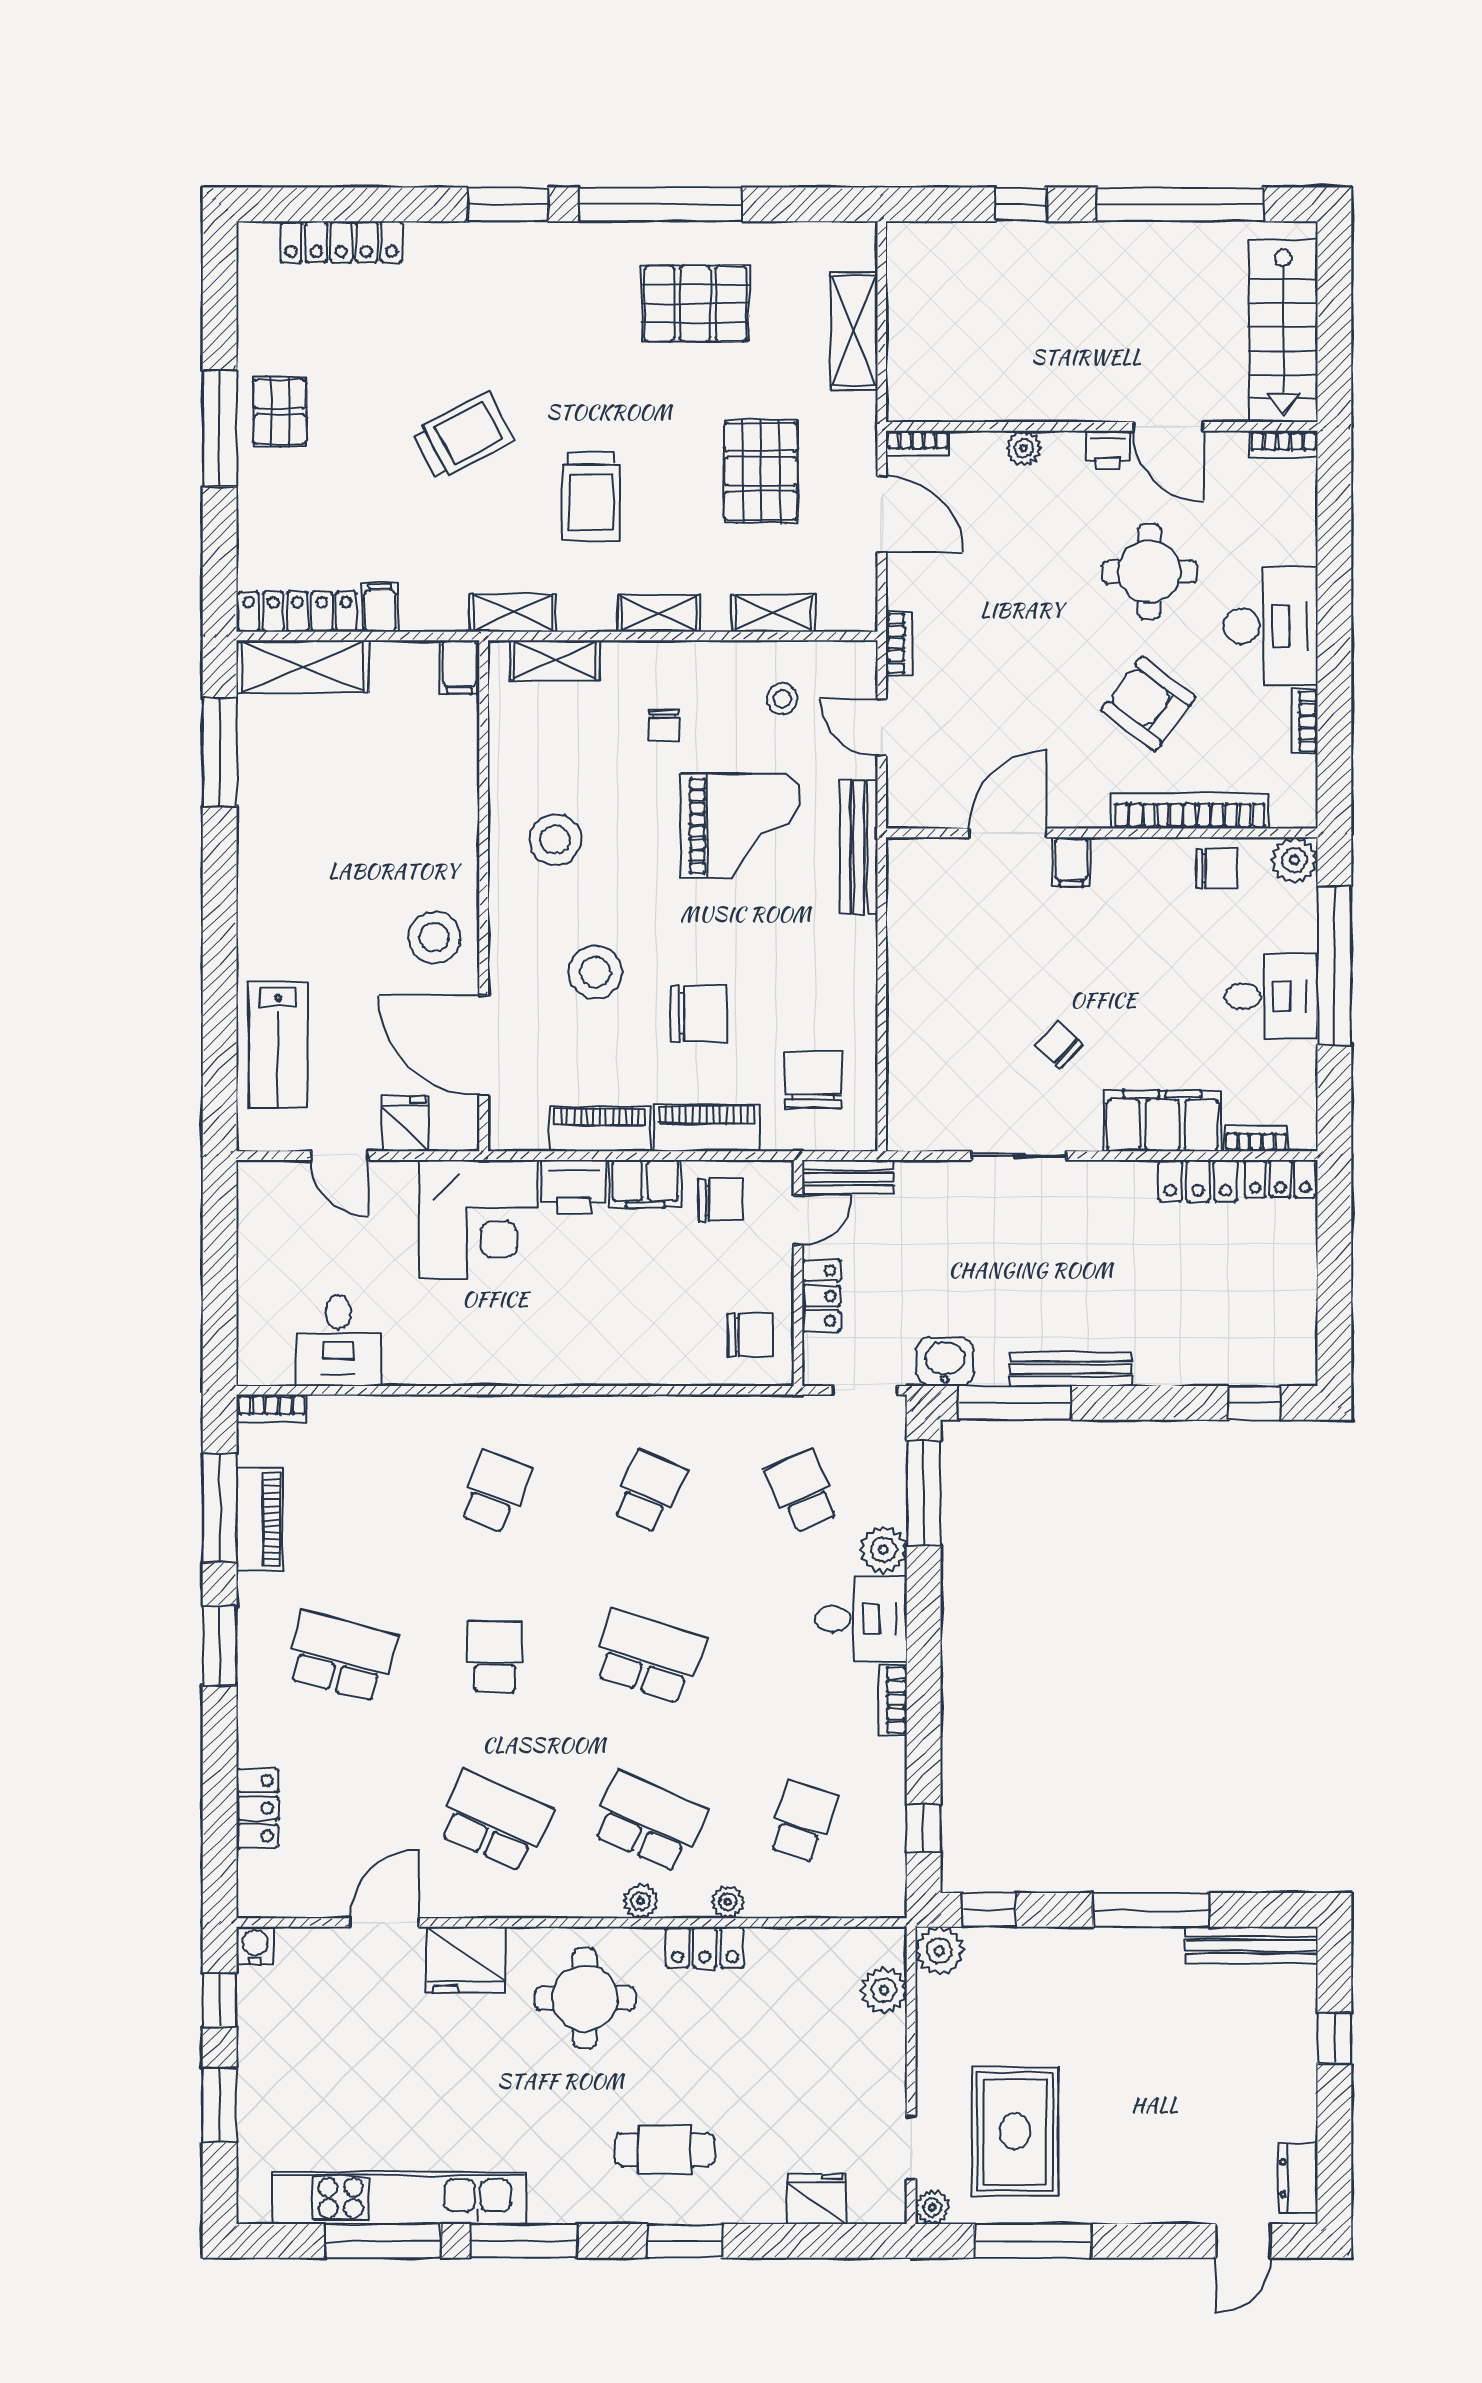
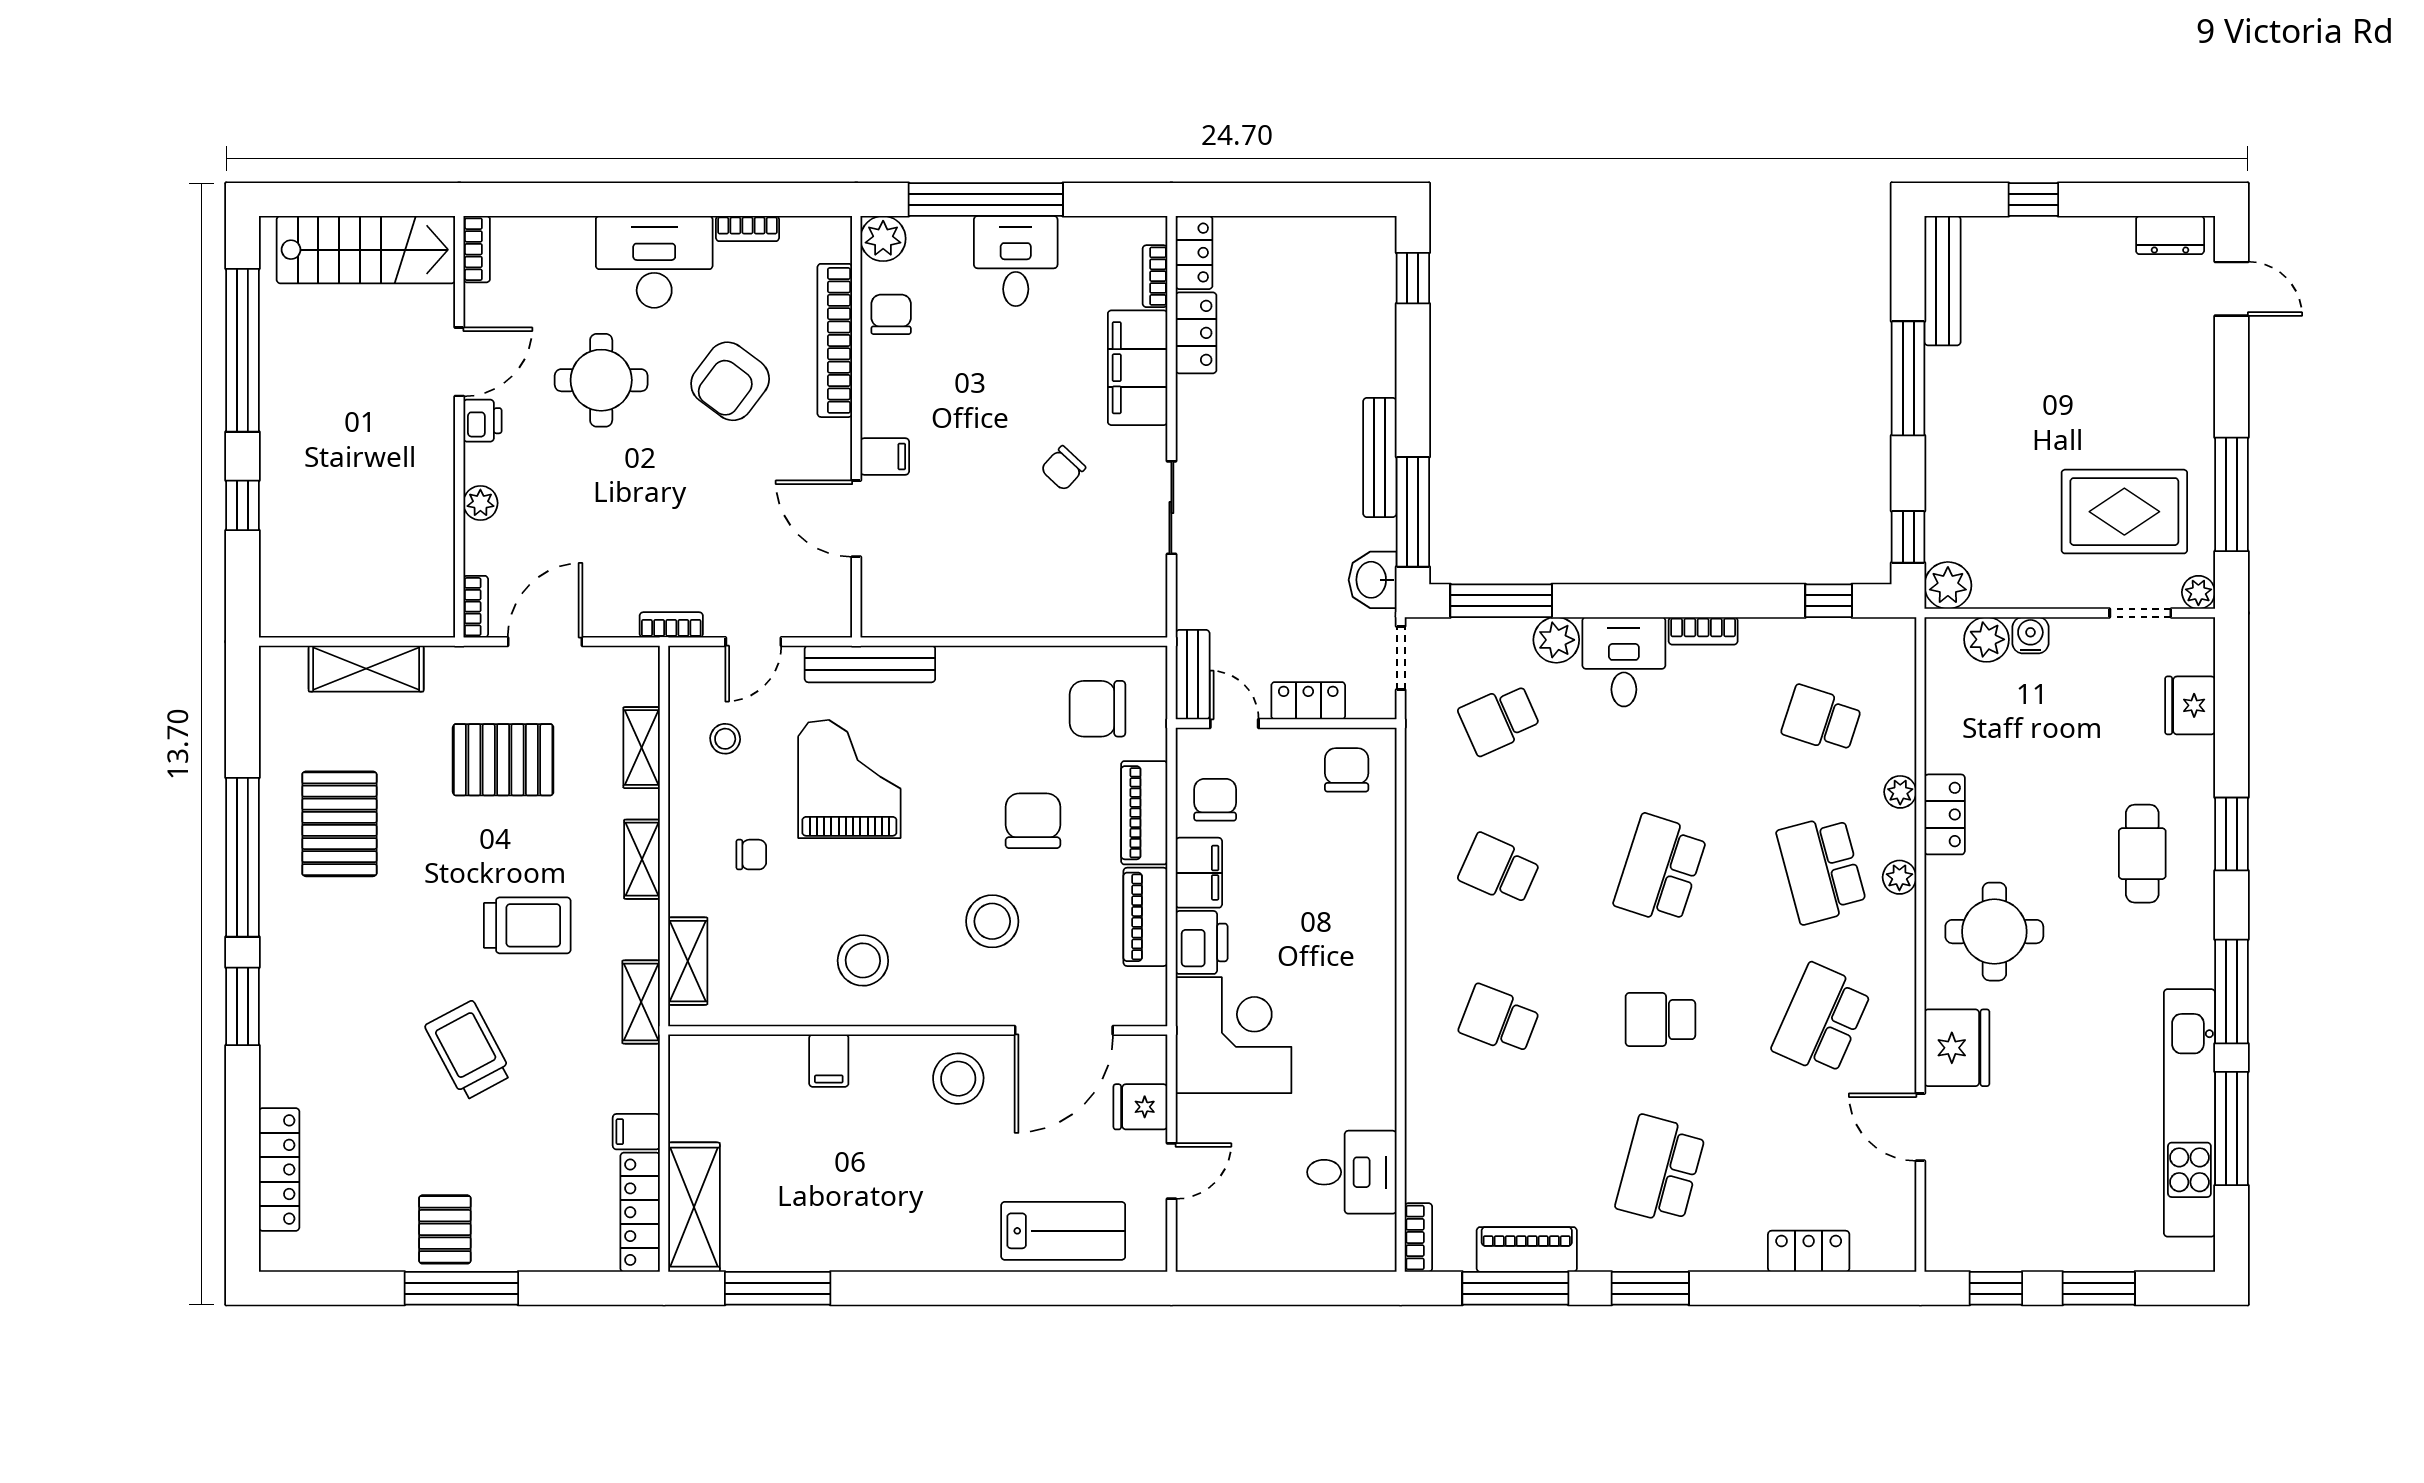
pallet: (280, 412) -> (445, 1229), turned 90
filing cabinet: (459, 667) -> (829, 1061), moved, turned 90
school desk: (649, 1821) -> (1822, 869), turned -39
water cooler: (255, 1945) -> (2030, 635), moved, turned 90

